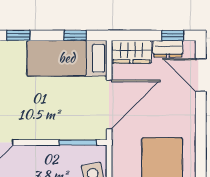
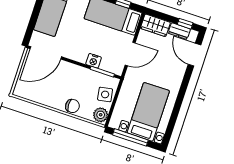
door: (109, 104) -> (130, 54), width x0.73
nightstand: (60, 131) -> (94, 61), added

